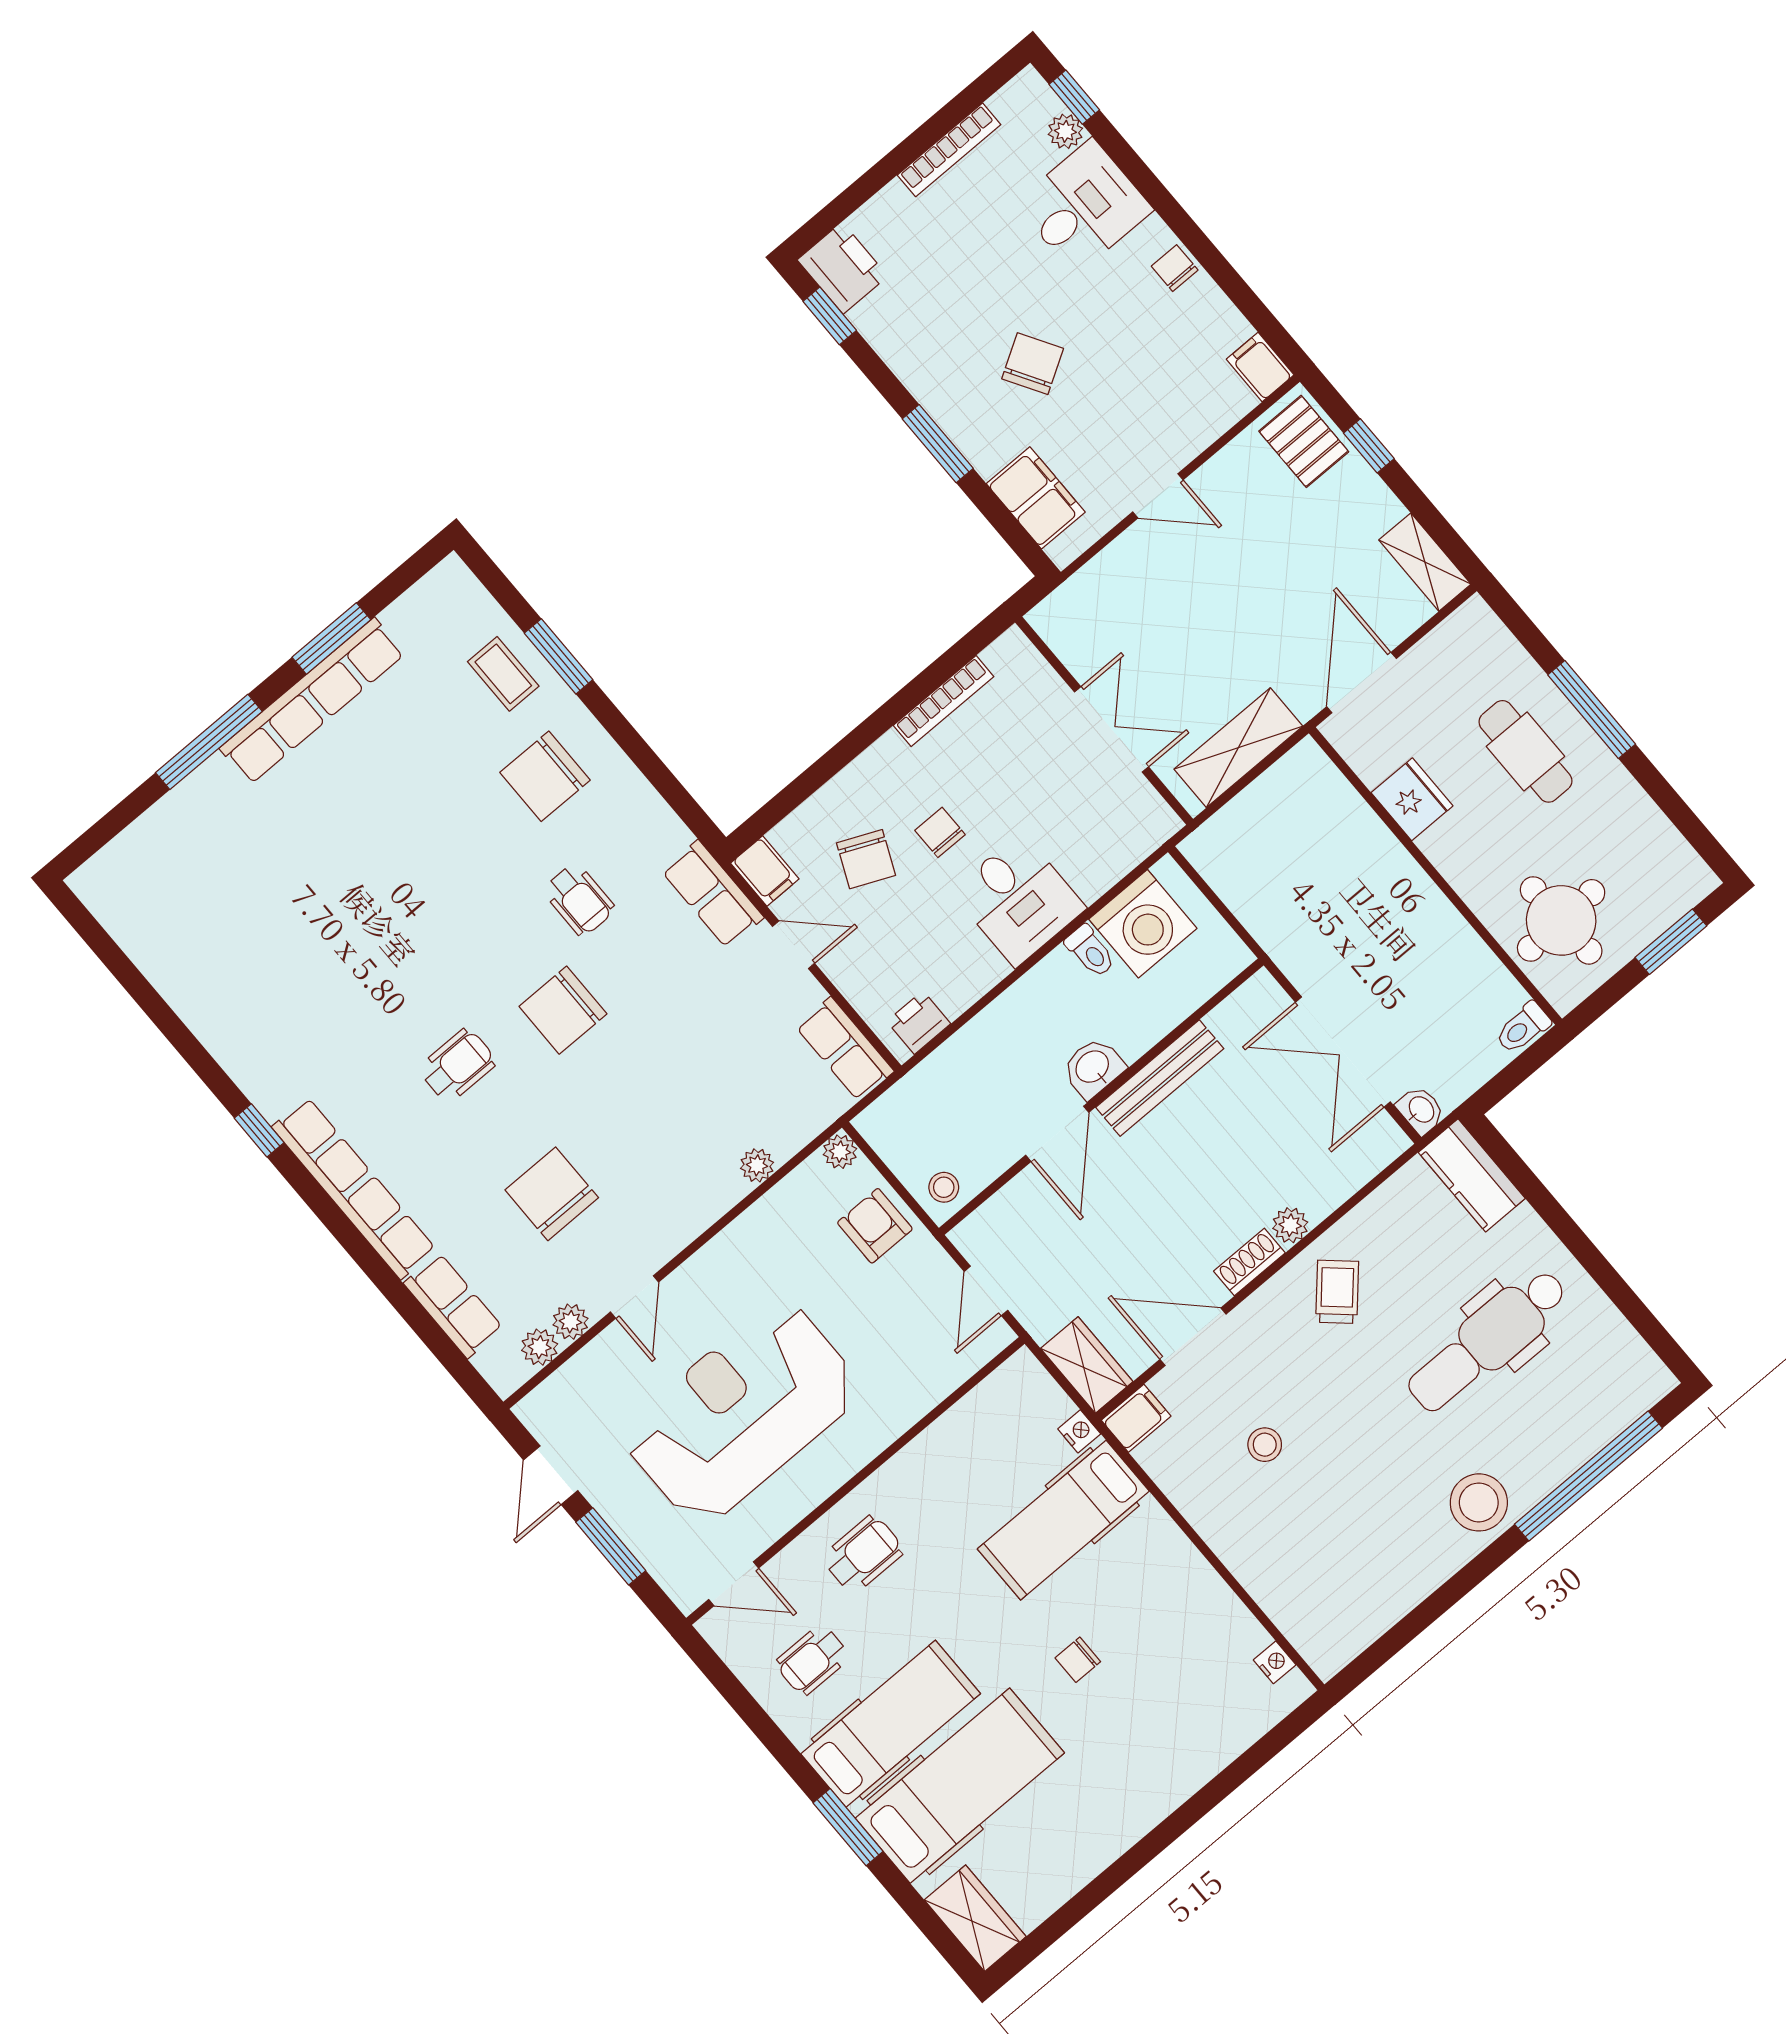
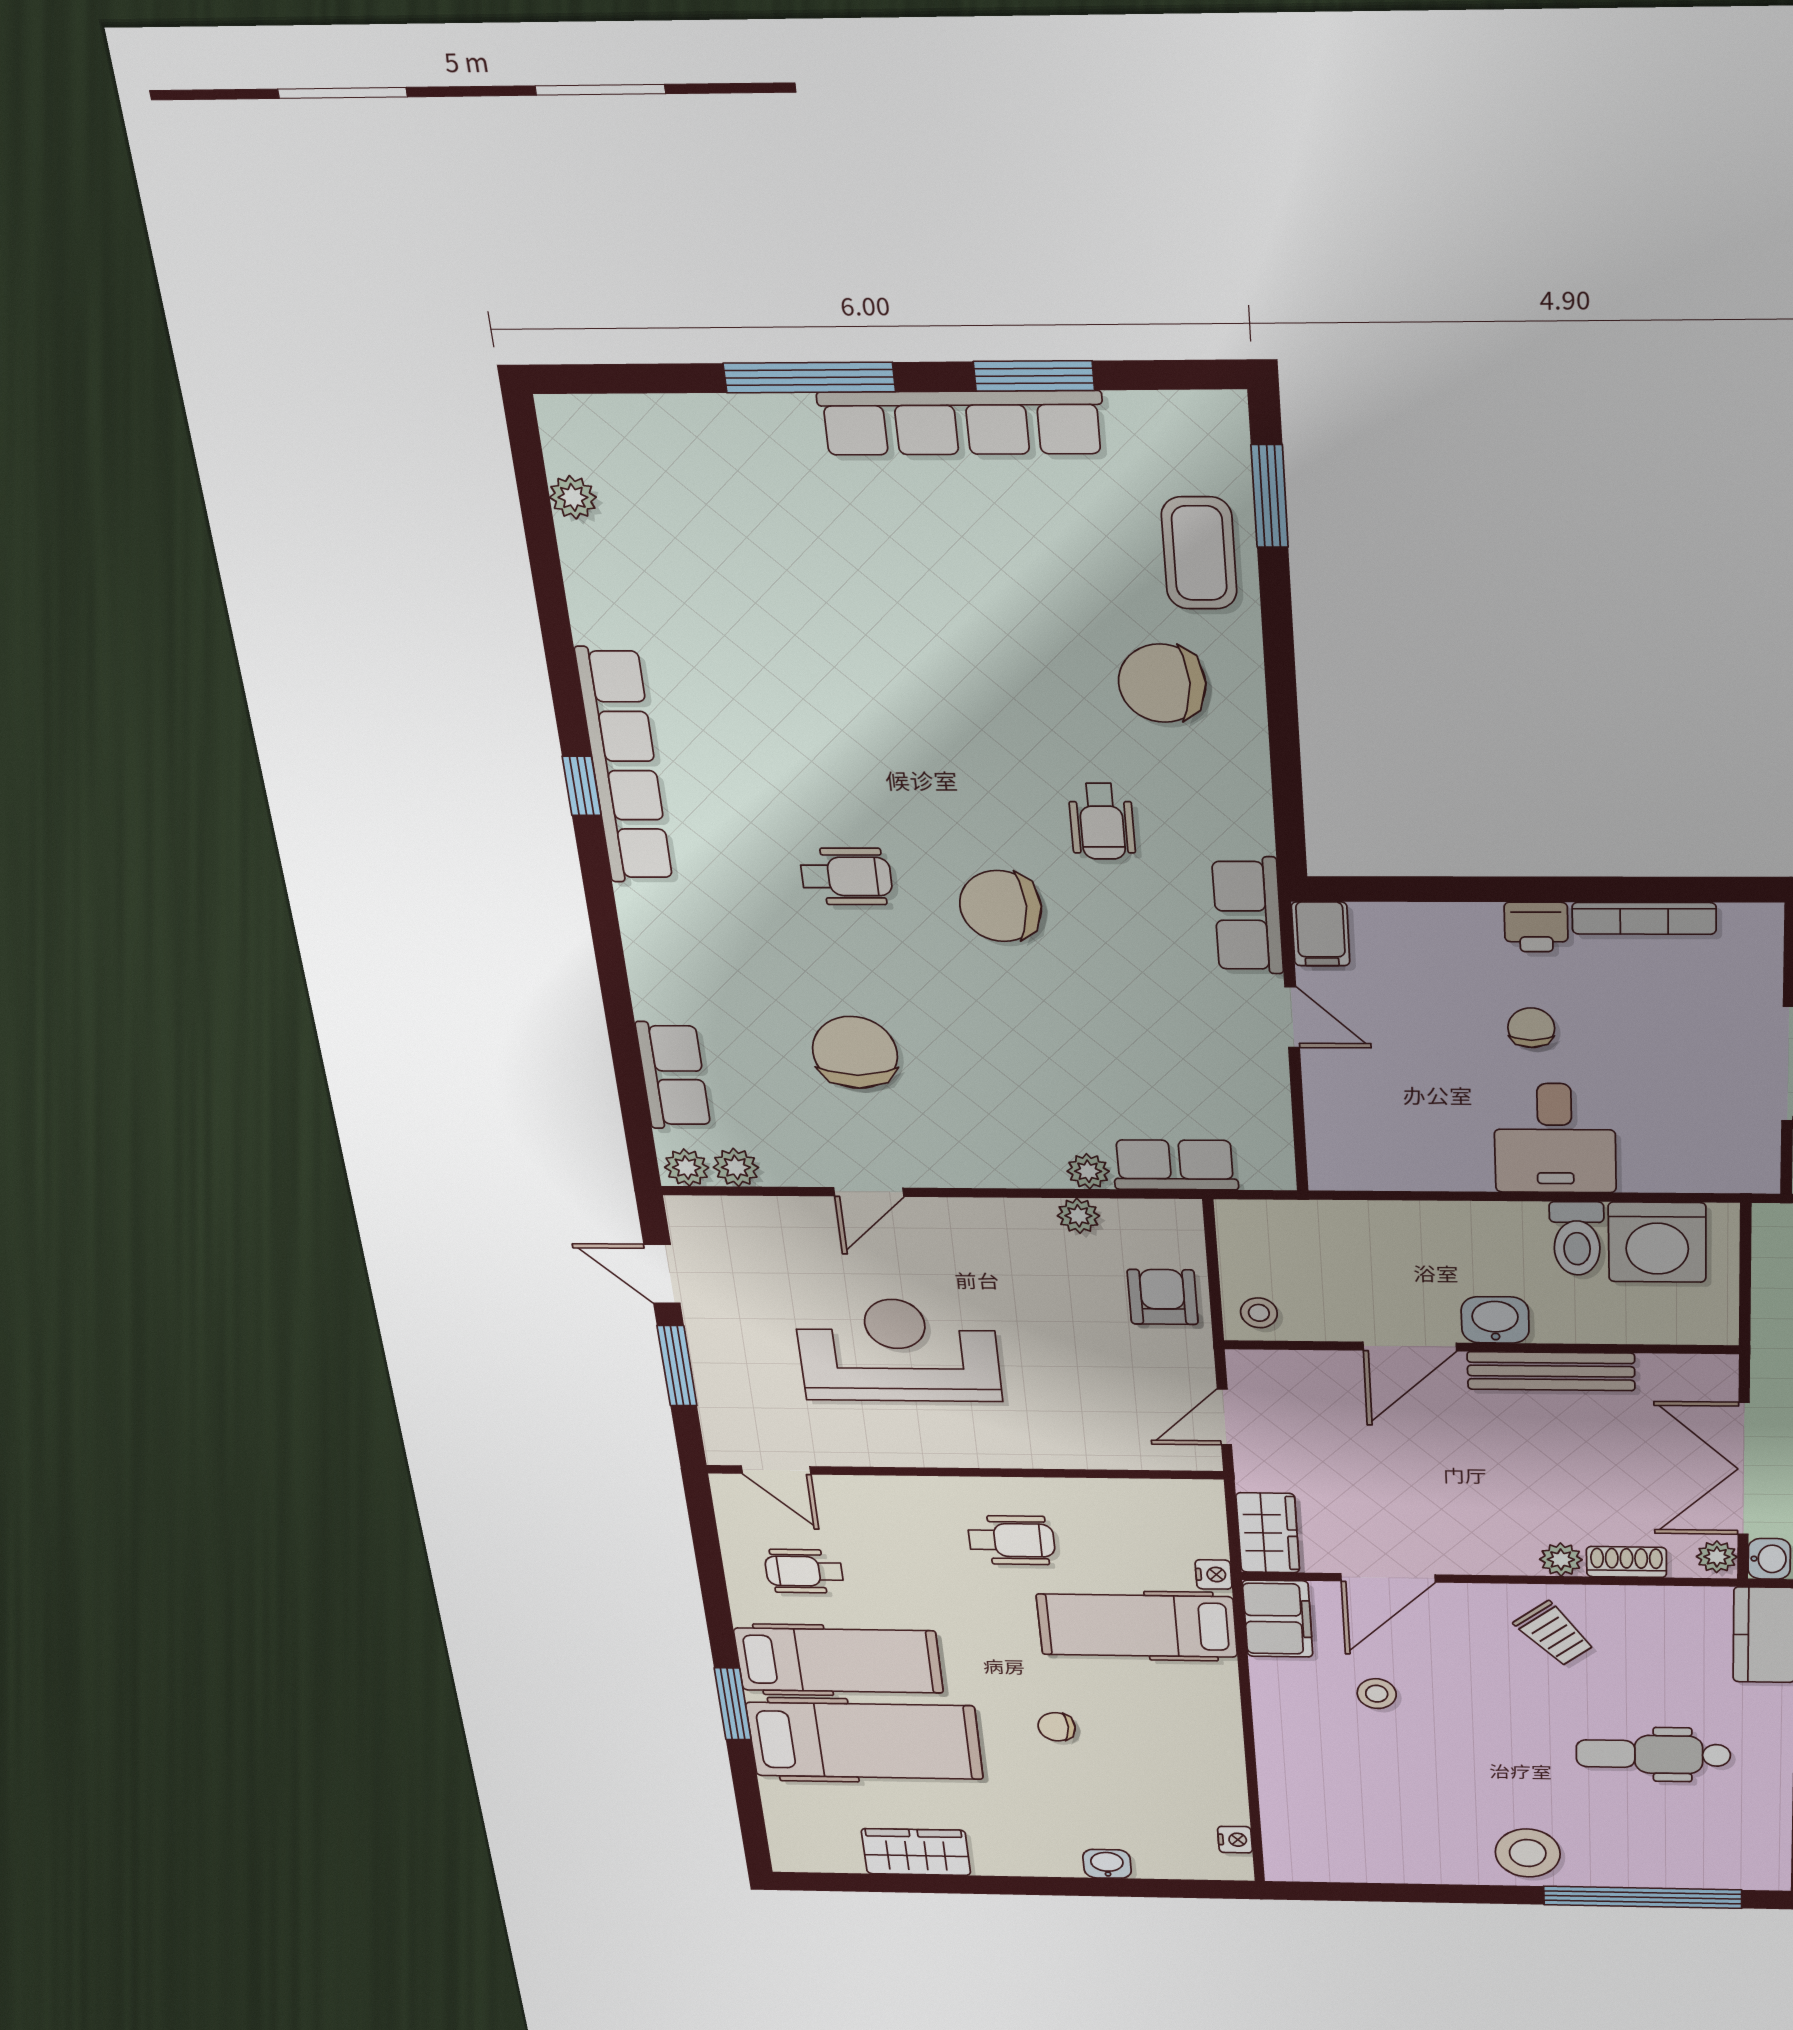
window: (559, 656) -> (1270, 496), moved
coffee table: (503, 674) -> (1199, 553), width x1.36, depth x1.30
chair: (866, 859) -> (1434, 997), removed
plant: (128, 931) -> (573, 497), added
toilet: (1090, 951) -> (1577, 1238), width x1.37, depth x1.39
printer: (919, 1022) -> (1536, 927), moved, turned 180
row of seats: (845, 1049) -> (1175, 1165), moved, turned 90
plant: (1387, 1137) -> (1717, 1557), added
plant: (840, 1152) -> (1078, 1216), moved
row of seats: (354, 1188) -> (624, 766), moved
shoe rack: (1249, 1262) -> (1626, 1562), moved
trolley: (1337, 1292) -> (1554, 1634), turned 99
plant: (570, 1322) -> (687, 1168), moved
door: (1193, 1337) -> (1388, 1578), swing flipped
dental chair: (1488, 1340) -> (1653, 1754), width x0.73, depth x0.72
reception desk: (741, 1412) -> (898, 1350), width x0.74, depth x0.77
filing cabinet: (1136, 1418) -> (1278, 1619), width x2.00
door: (551, 1475) -> (662, 1274), hinge flipped
wheelchair: (863, 1554) -> (1012, 1540), moved
washbasin: (1206, 1762) -> (1107, 1864), added
wardrobe: (975, 1918) -> (916, 1852), moved, turned -90

